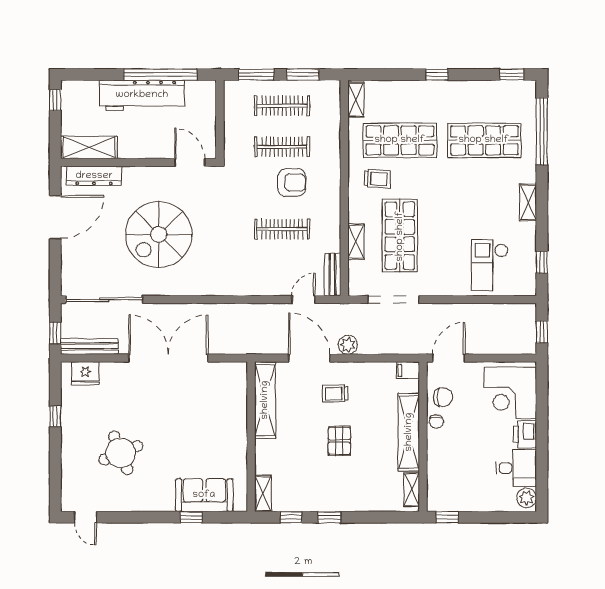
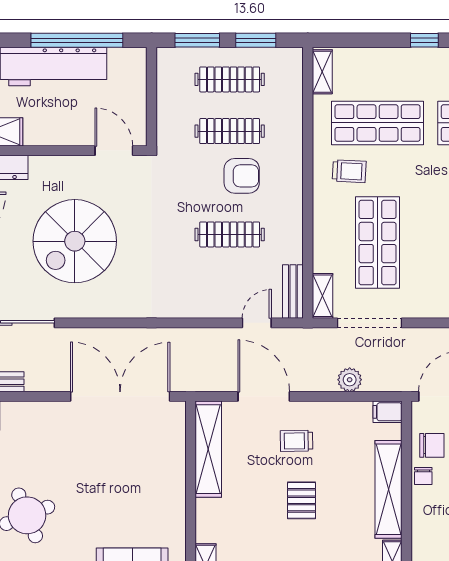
shelving: (356, 242) -> (322, 296), moved
plant: (348, 345) -> (350, 380), moved
double door: (168, 358) -> (120, 396), moved

